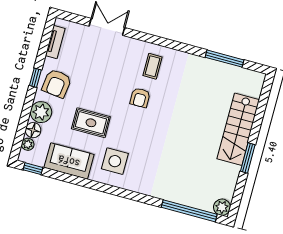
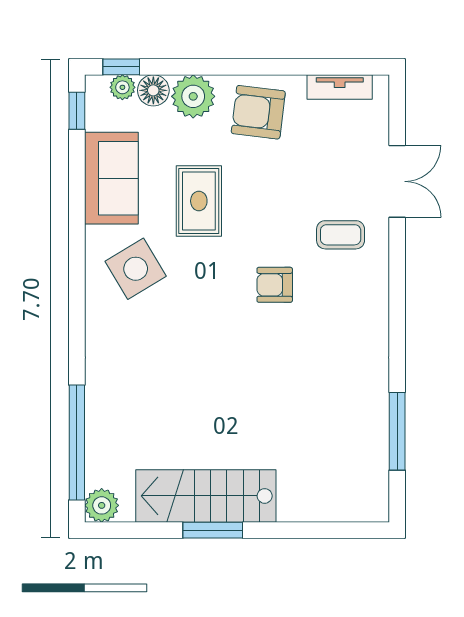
coffee table: (153, 66) -> (341, 235), moved
window: (35, 78) -> (121, 67), moved
stairs: (238, 129) -> (206, 496), moved
side table: (115, 161) -> (136, 269), turned -31

